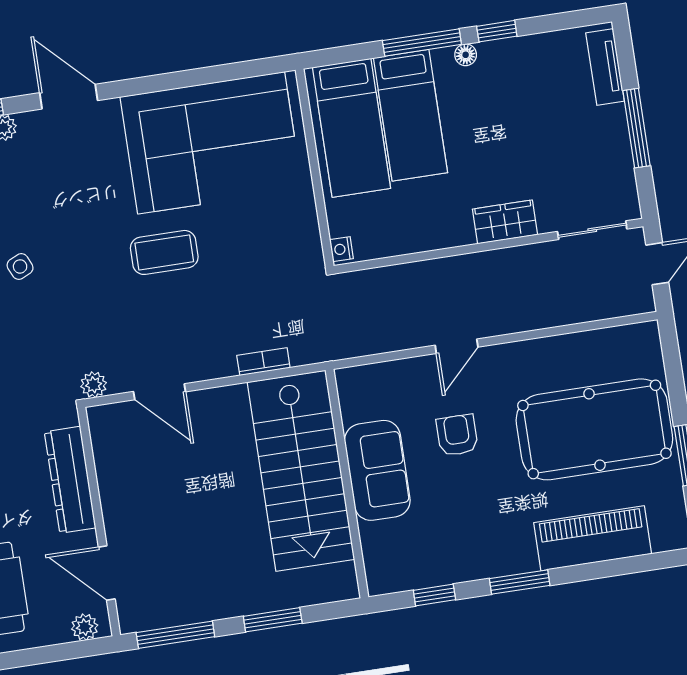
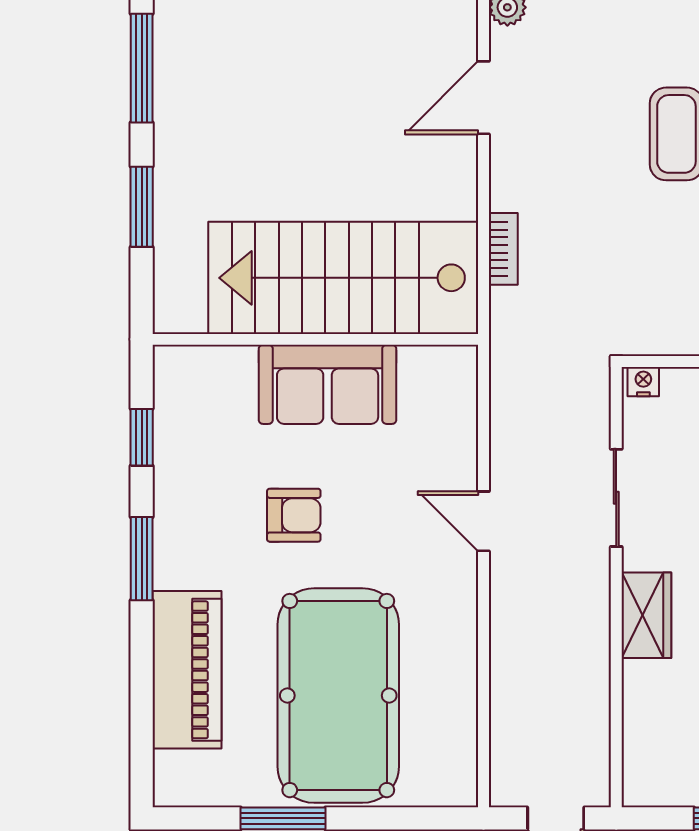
sliding door: (592, 230) -> (616, 498), moved
armchair: (457, 435) -> (294, 515), moved

